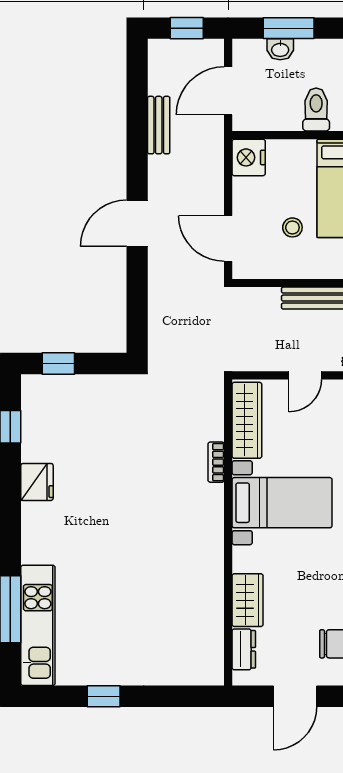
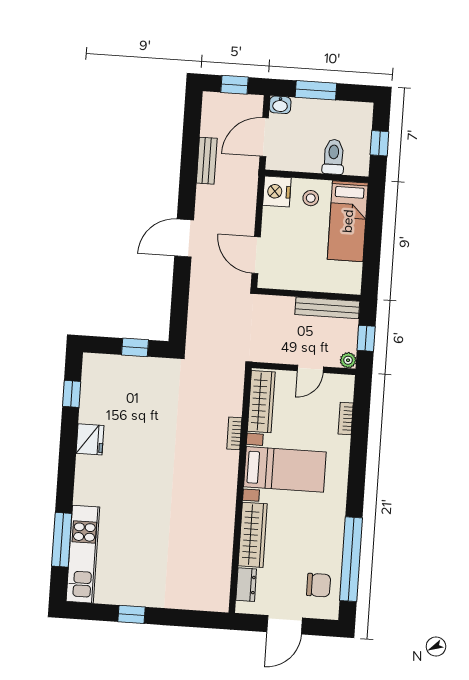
washbasin: (280, 49) -> (280, 105), moved
stool: (292, 227) -> (311, 198), moved
window: (58, 364) -> (135, 347), moved
wardrobe: (248, 600) -> (253, 535), width x1.50

